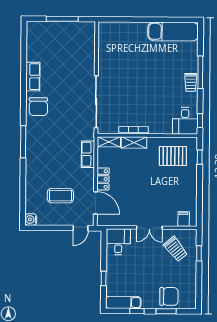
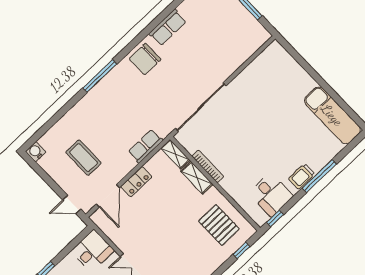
desk: (185, 121) -> (271, 195), moved, turned -90

